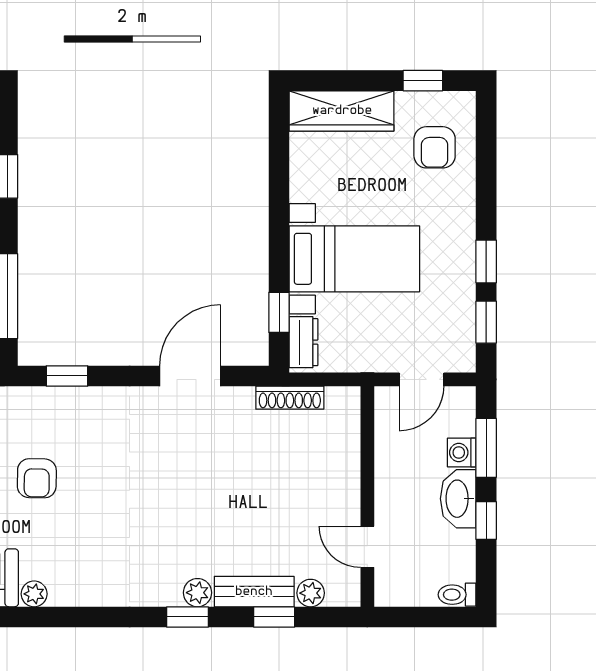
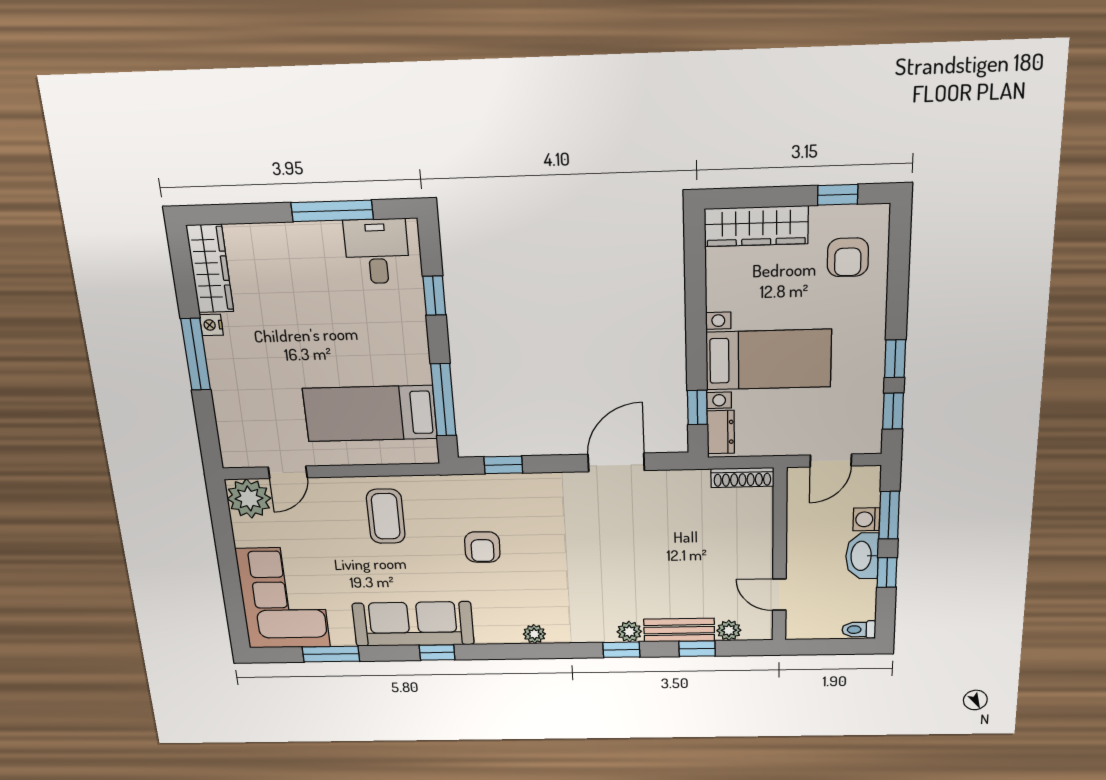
shoe rack: (290, 398) -> (742, 477), moved
plant: (34, 594) -> (534, 634), moved

